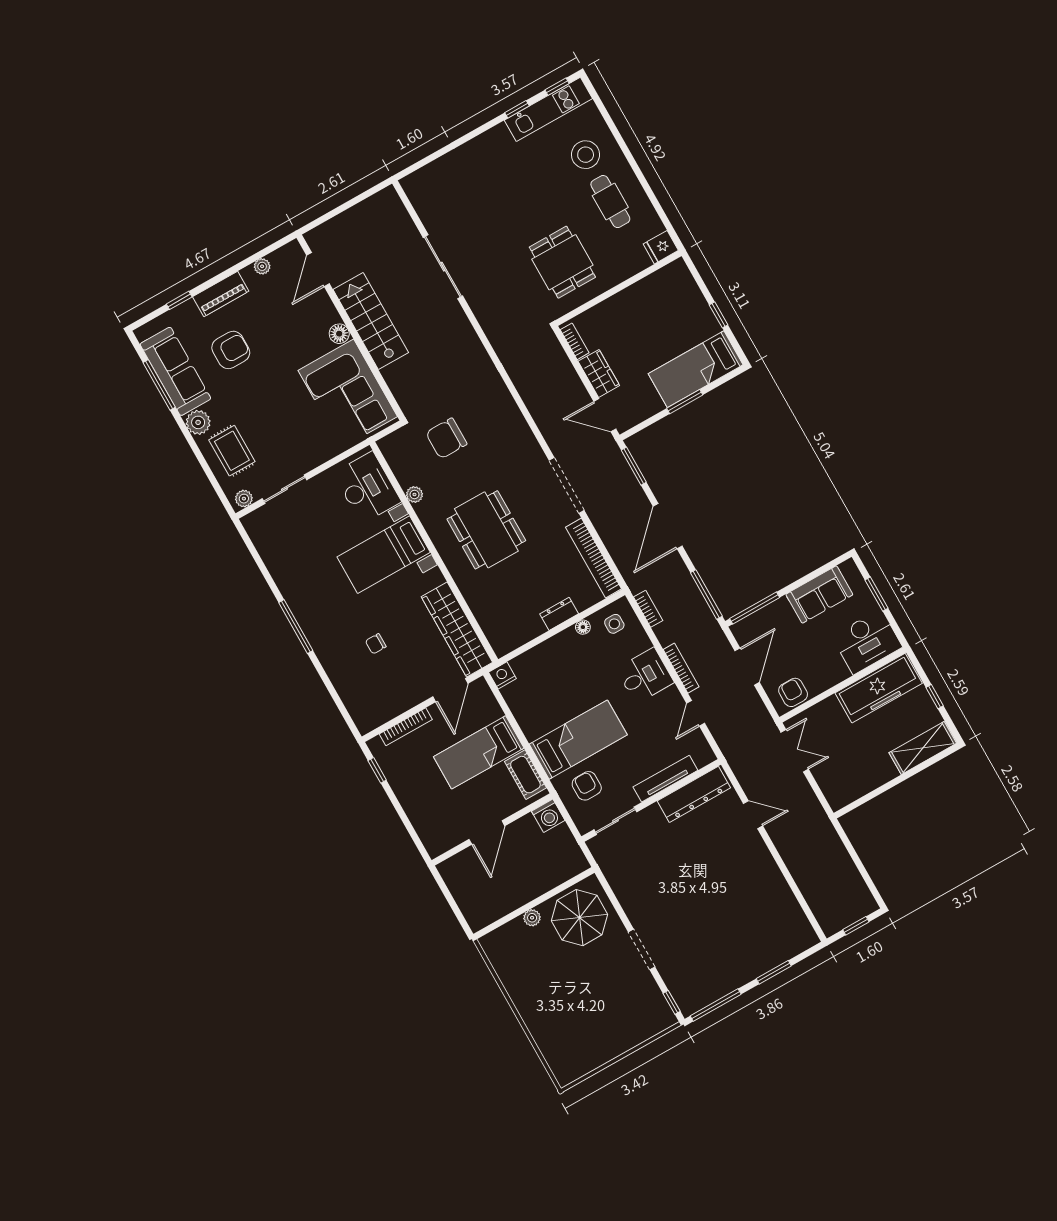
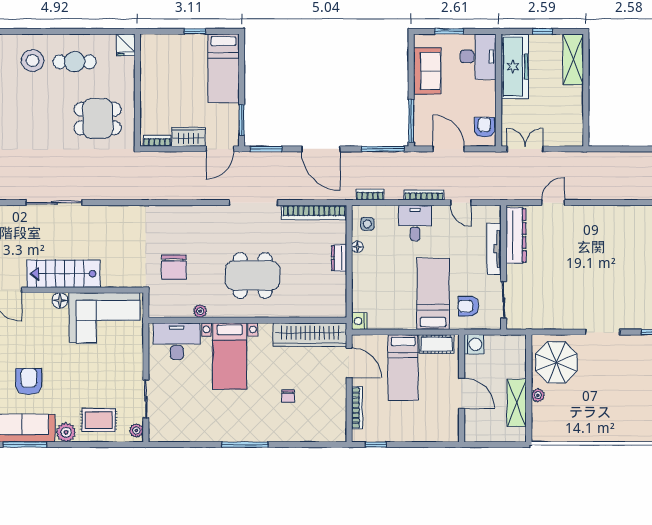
window: (685, 402) -> (242, 120), moved
armchair: (793, 692) -> (484, 127), turned 90
shelving: (510, 899) -> (517, 403), added

